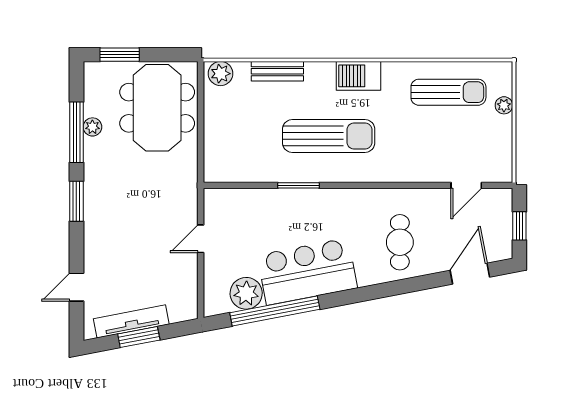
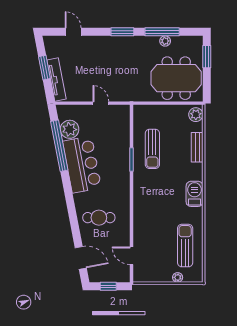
sun lounger: (448, 92) -> (185, 246), turned 180
sun lounger: (329, 136) -> (152, 149), moved, width x0.73, depth x0.75
tv unit: (131, 321) -> (56, 79), moved

